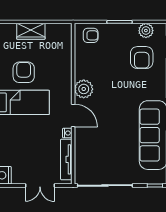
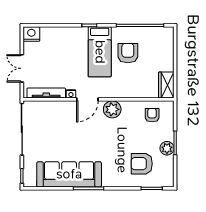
wardrobe: (31, 31) -> (166, 85), moved
plant: (146, 31) -> (167, 148), moved
armchair: (91, 35) -> (152, 115), moved, turned 180
armchair: (24, 72) -> (128, 53), turned -90

